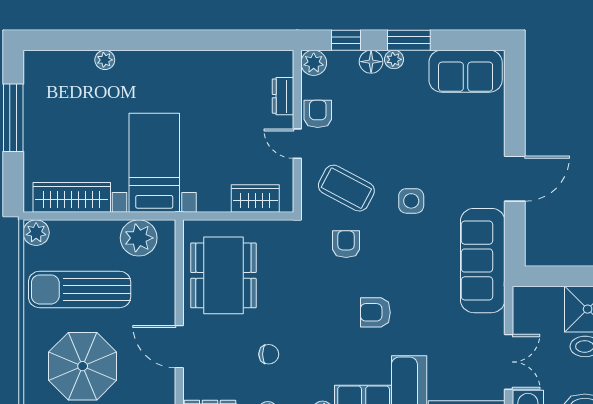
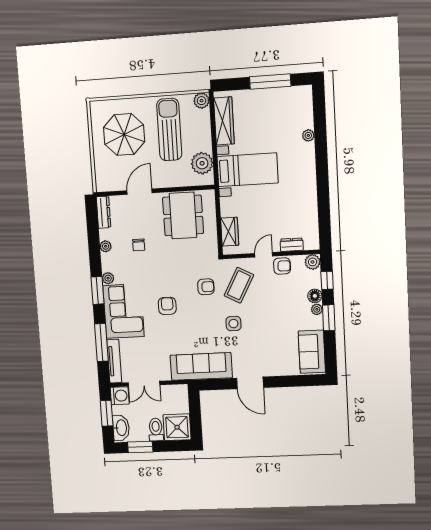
dining table: (223, 275) -> (183, 215), turned 90

